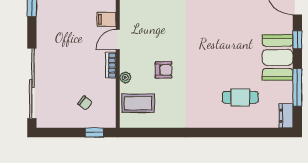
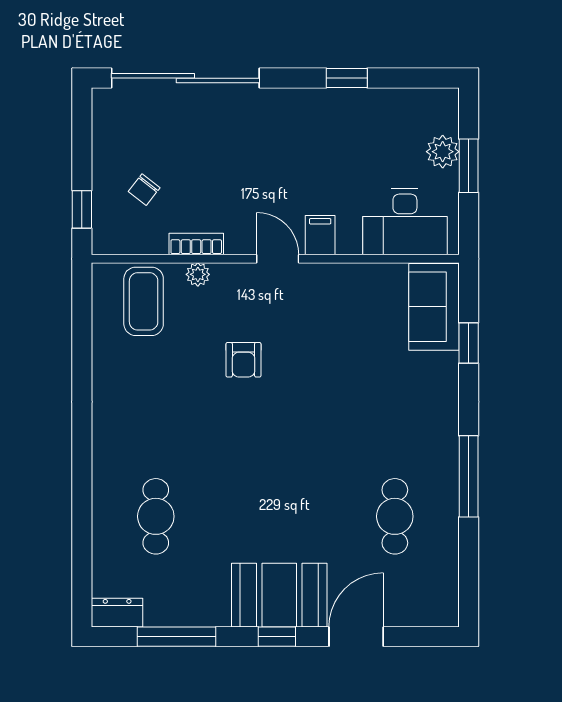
booth: (278, 57) -> (279, 595), moved
bookcase: (111, 65) -> (196, 244), moved
armchair: (164, 70) -> (243, 360), moved

